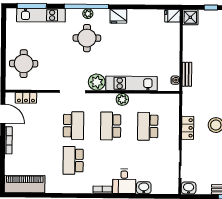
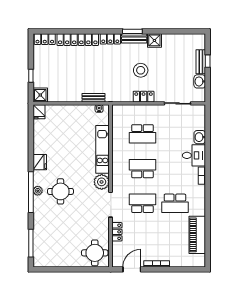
kitchen unit: (41, 15) -> (39, 235), removed
round table: (24, 64) -> (95, 253), moved
locker: (26, 98) -> (117, 232), moved
plant: (122, 99) -> (118, 158), removed
school desk: (111, 126) -> (142, 169), turned 180
piano: (25, 184) -> (197, 235), moved
washbasin: (189, 188) -> (200, 81), moved

